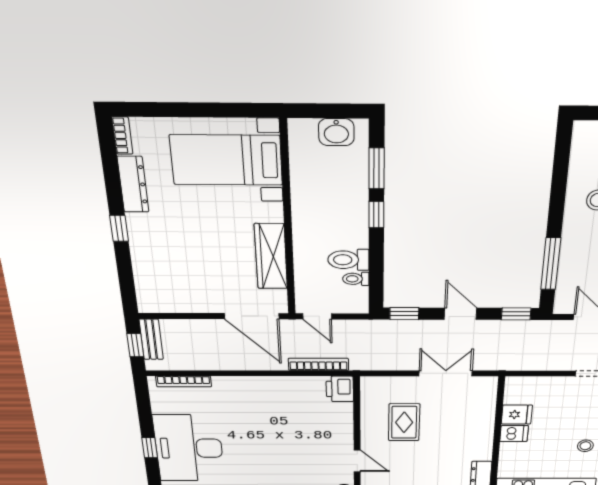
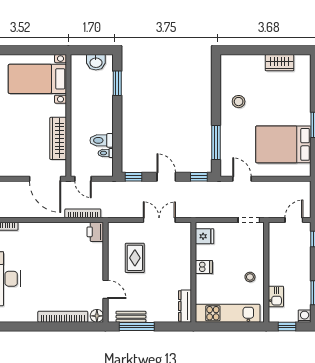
window: (376, 215) -> (117, 111), removed
fridge: (517, 414) -> (205, 236), moved

